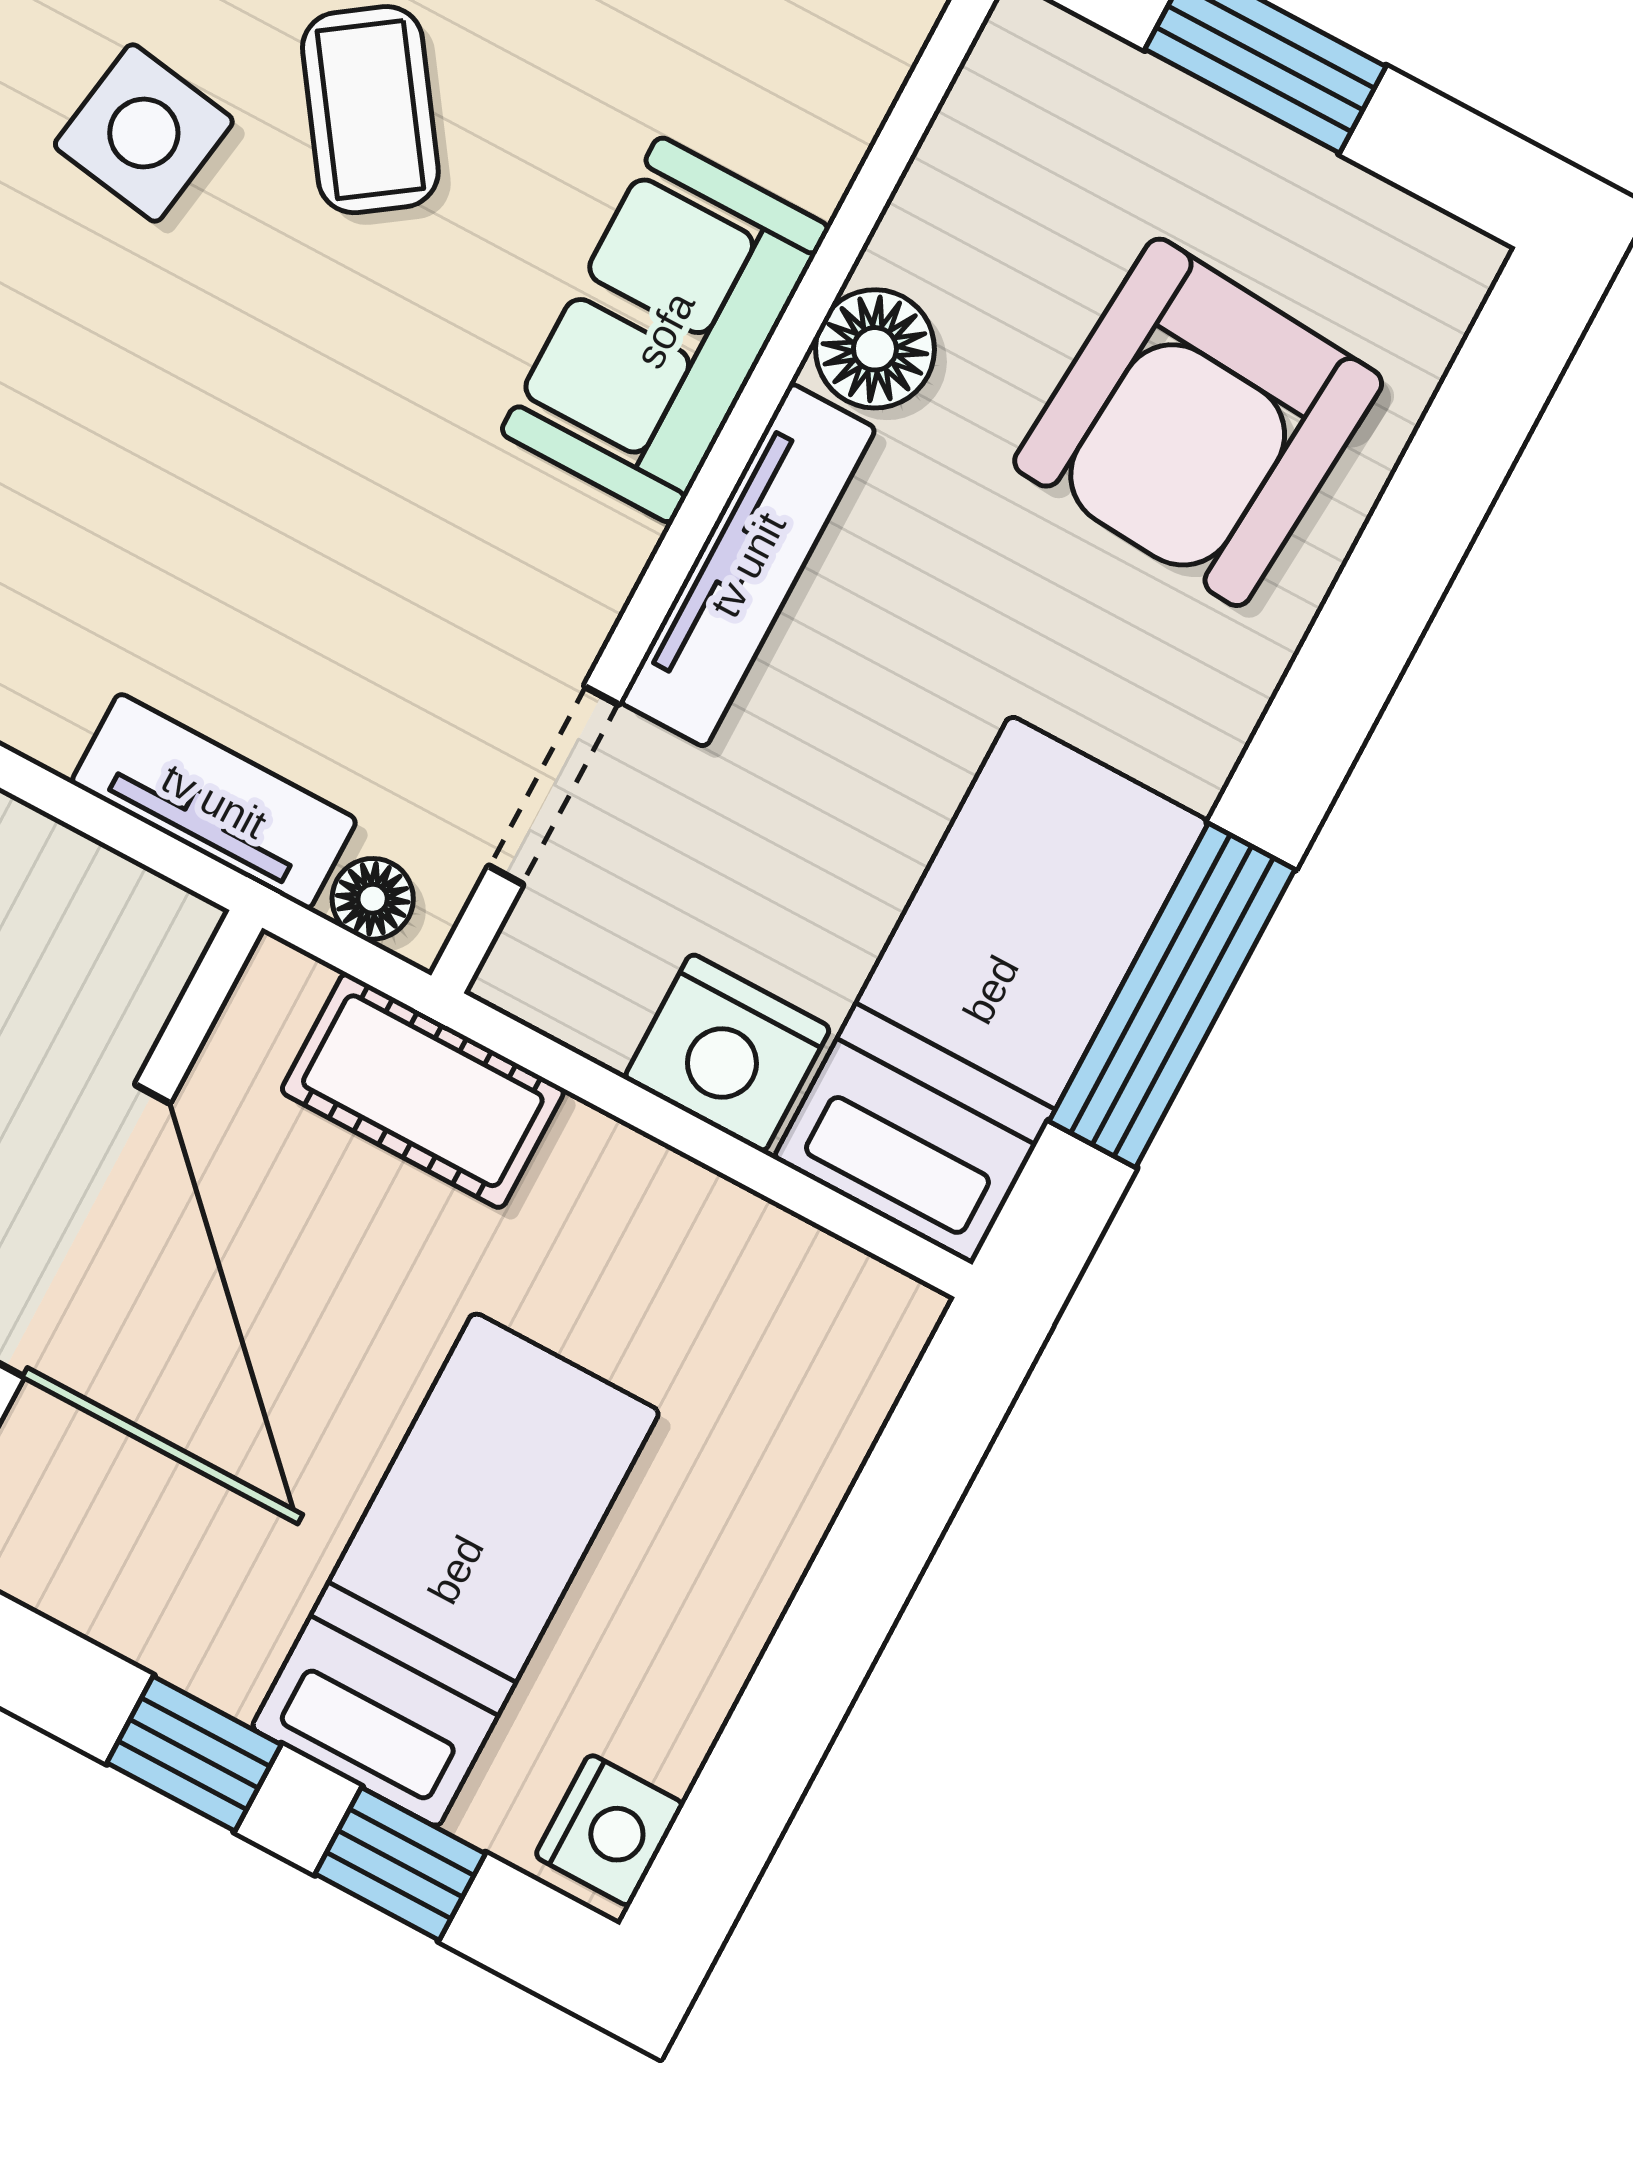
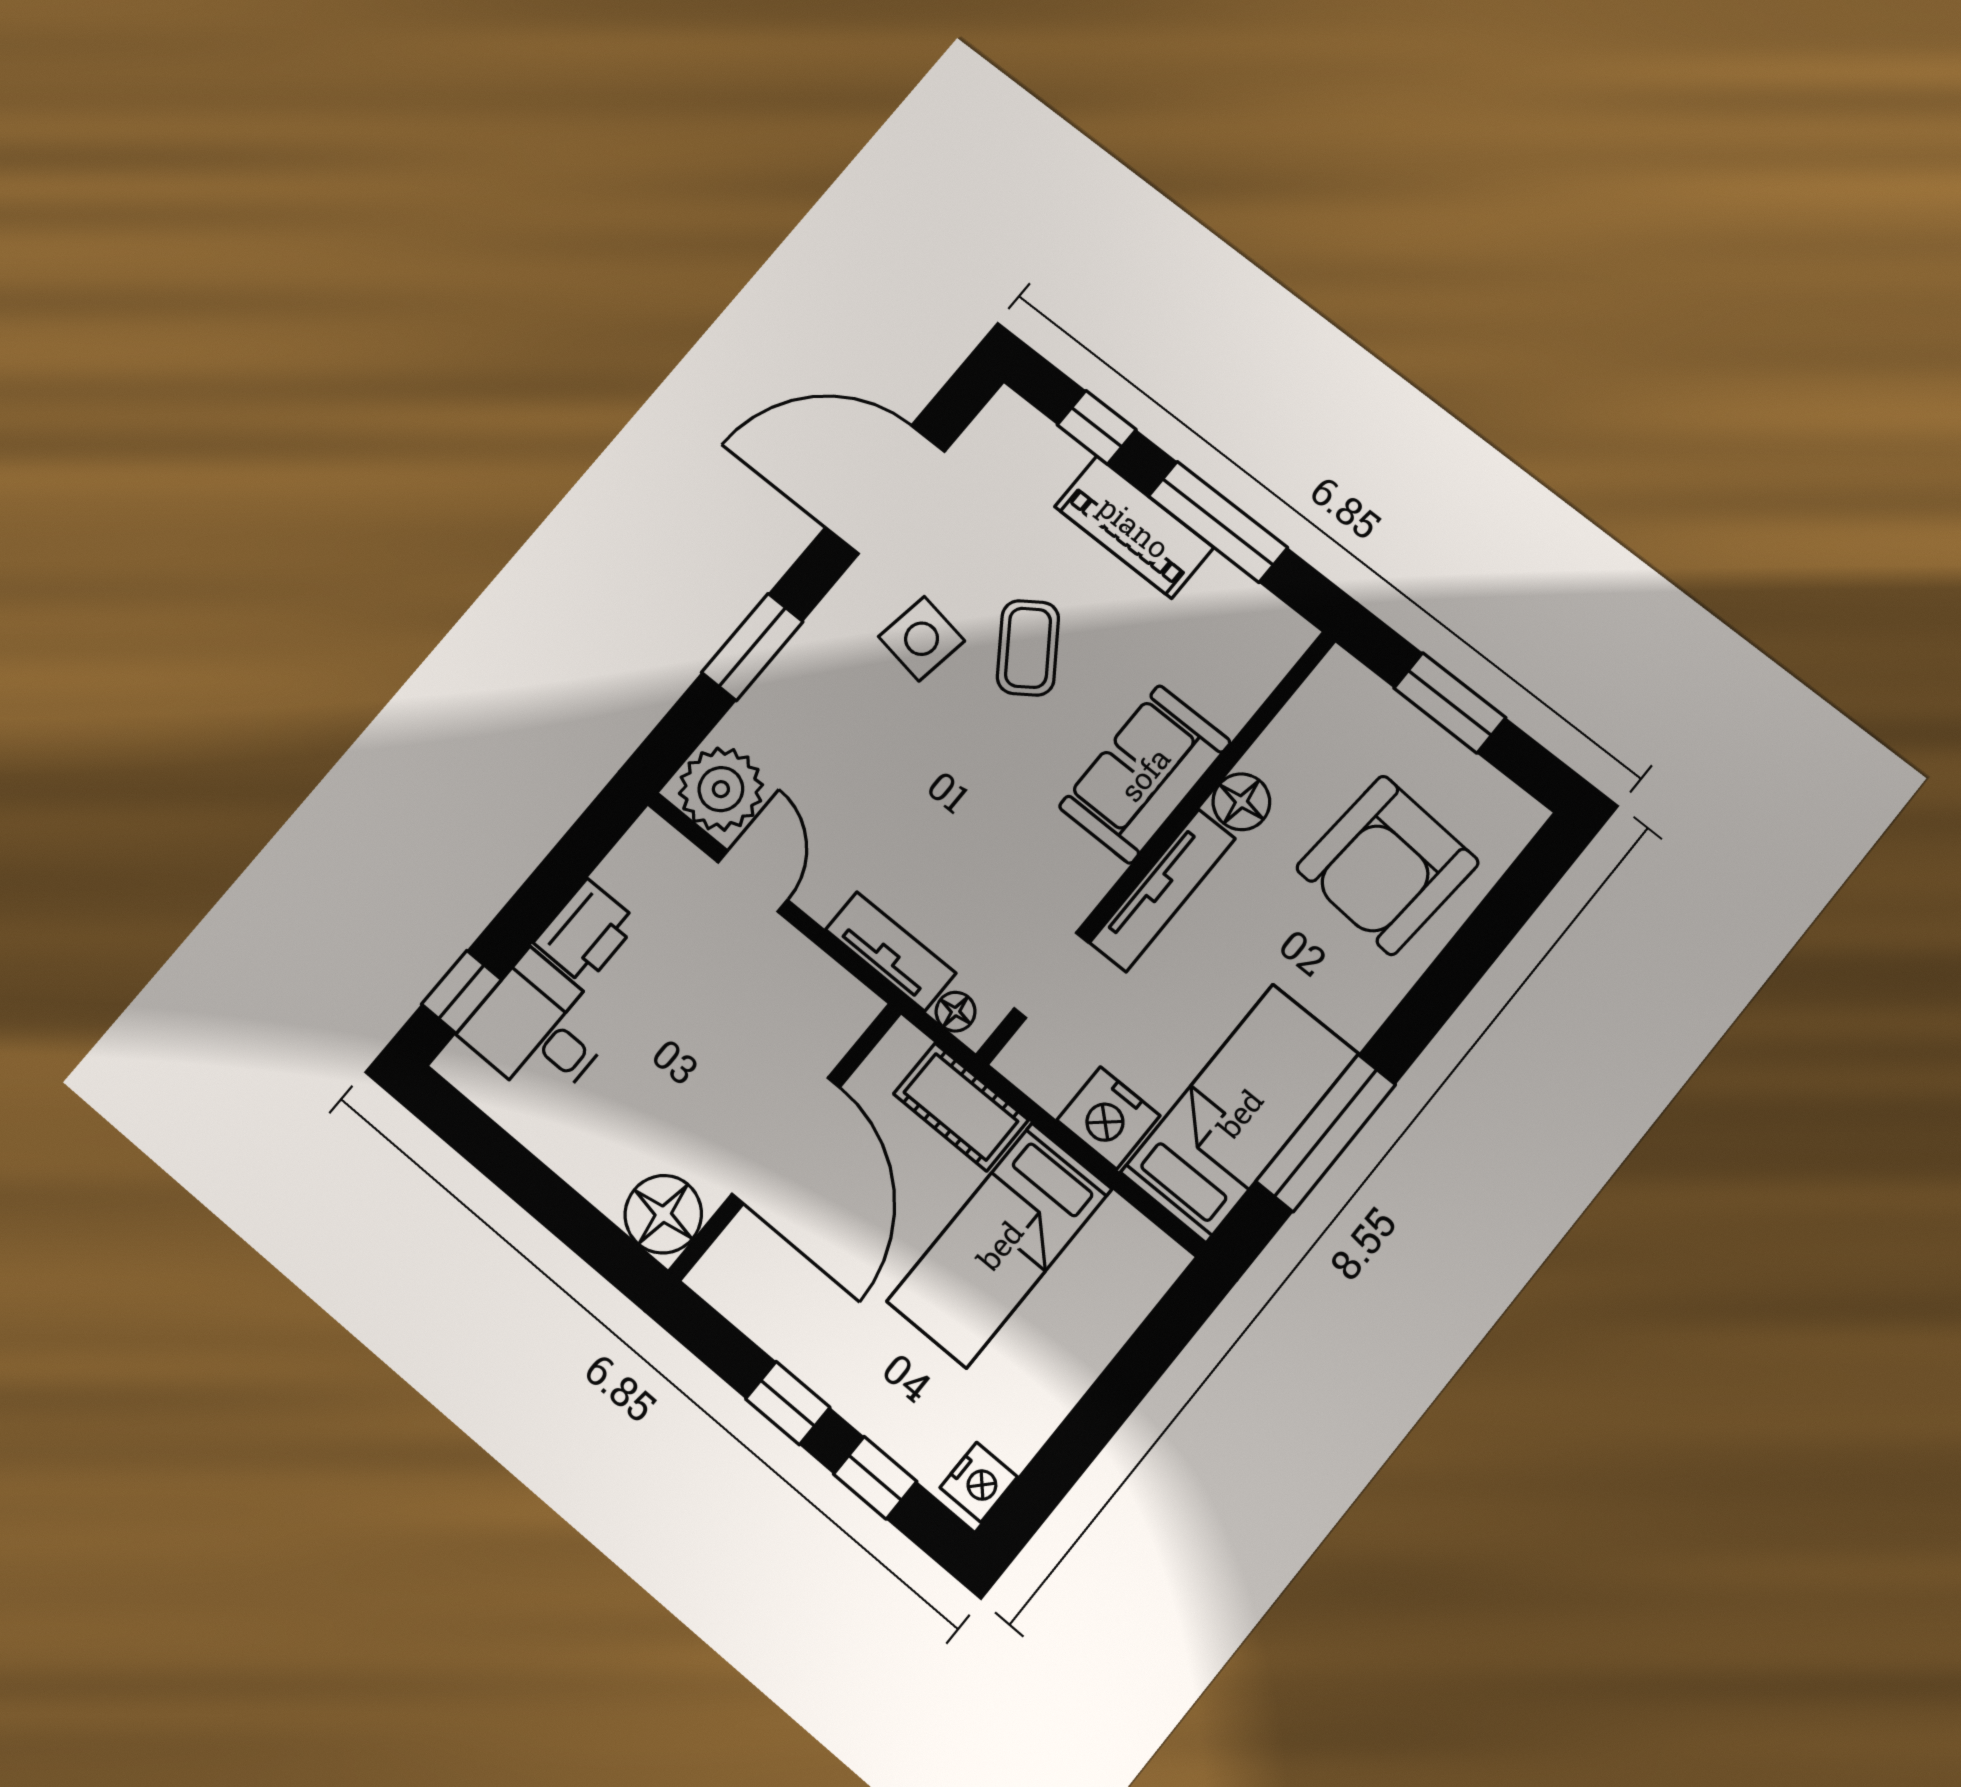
bed: (456, 1570) -> (1000, 1245), moved, turned 180

